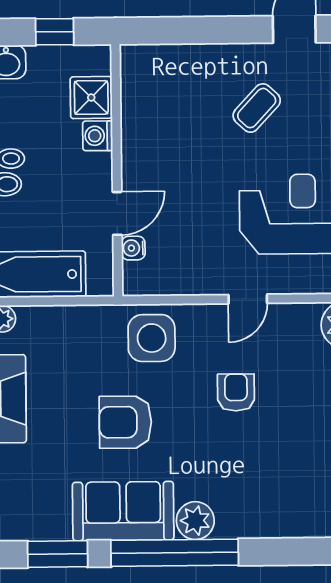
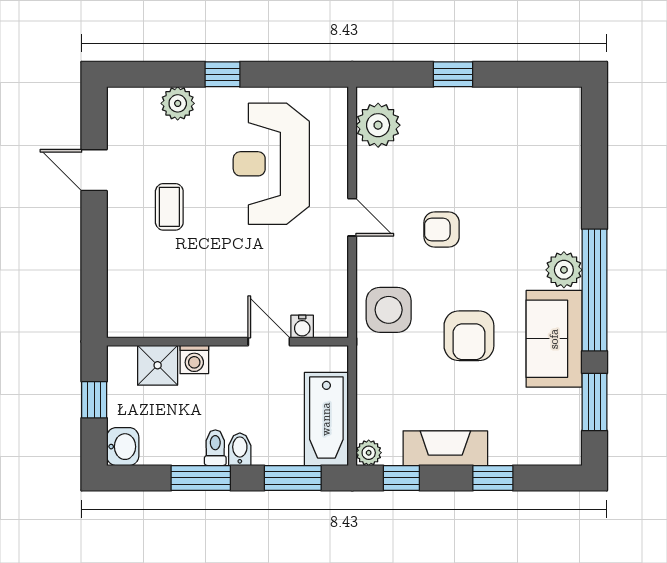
coffee table: (257, 108) -> (169, 207), turned 47

